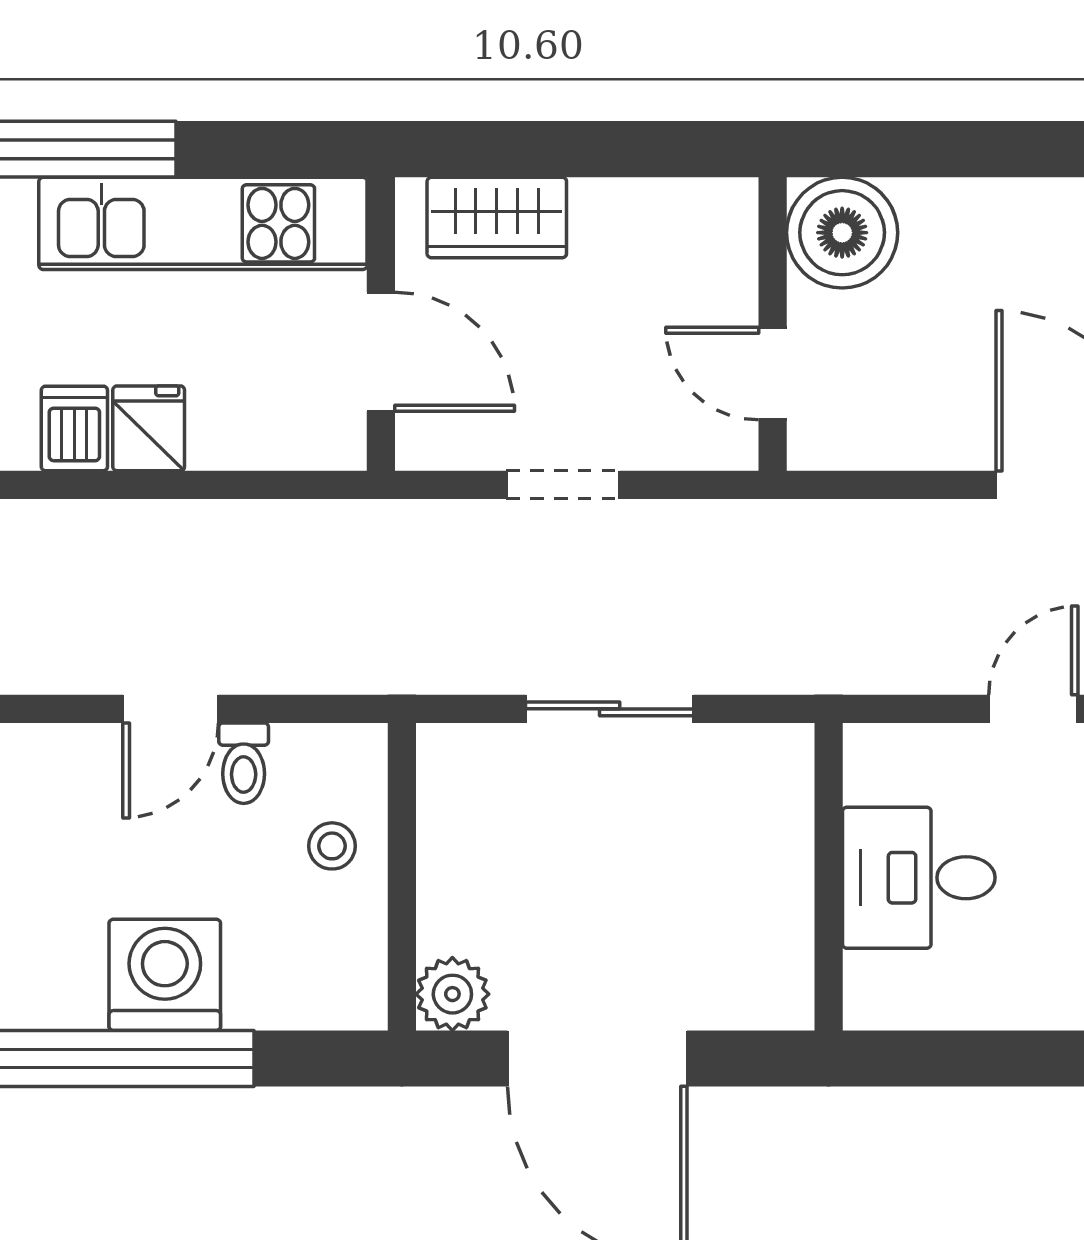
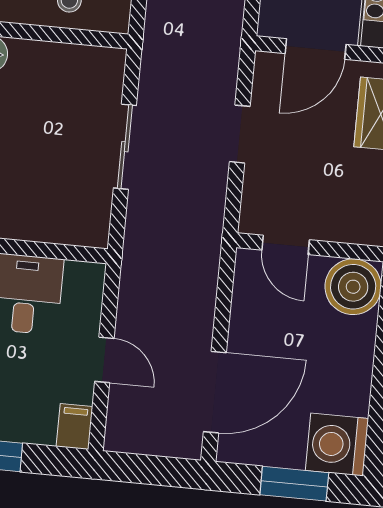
door: (773, 374) -> (286, 245), swing flipped

